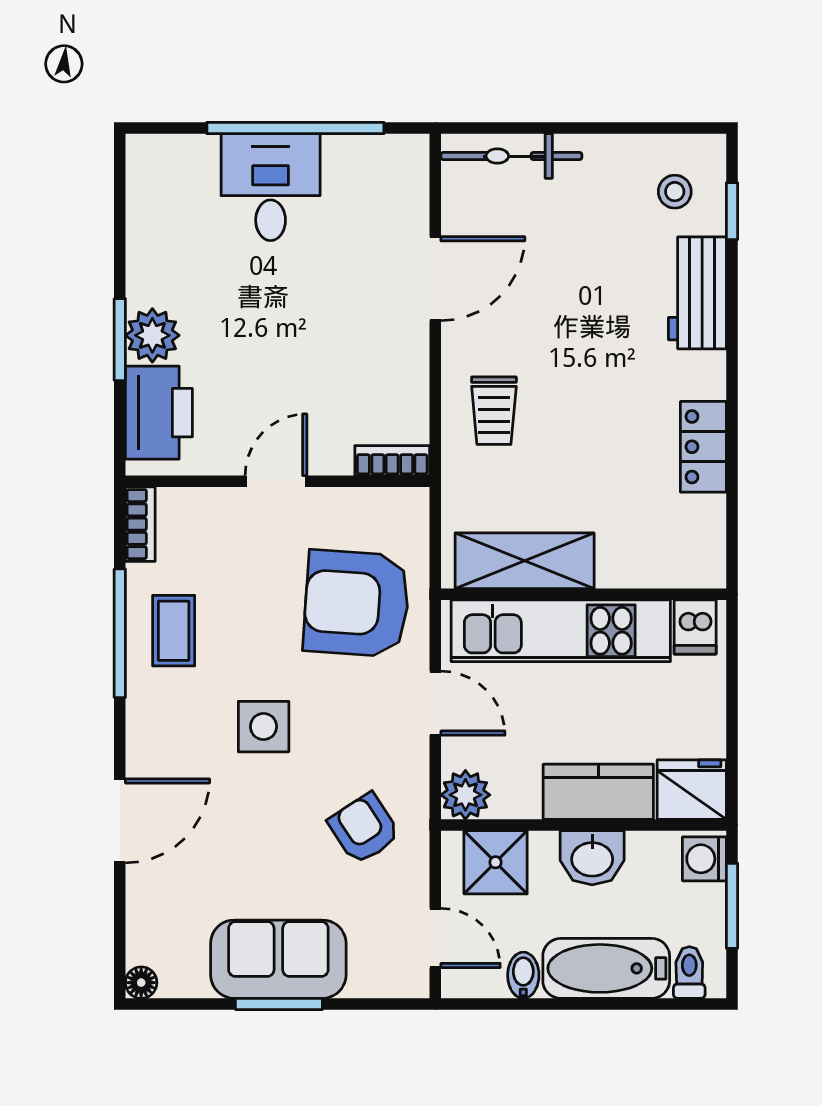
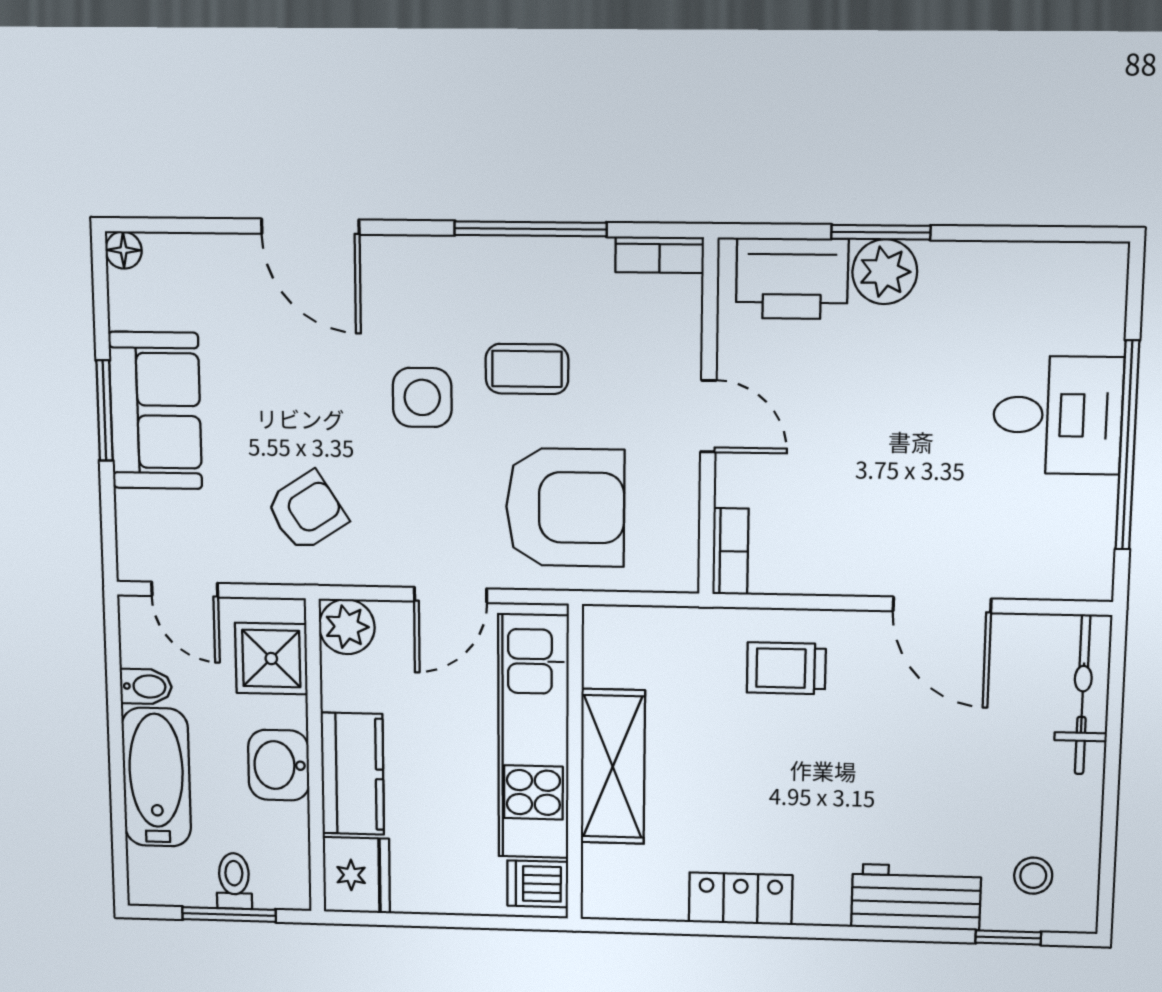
shelving: (525, 561) -> (613, 767), moved
armchair: (357, 603) -> (565, 507), turned 86
coffee table: (174, 631) -> (527, 369), moved
washing machine: (704, 859) -> (280, 886), removed
door: (435, 938) -> (185, 590), hinge flipped
toilet: (689, 972) -> (234, 881), moved, turned -90

